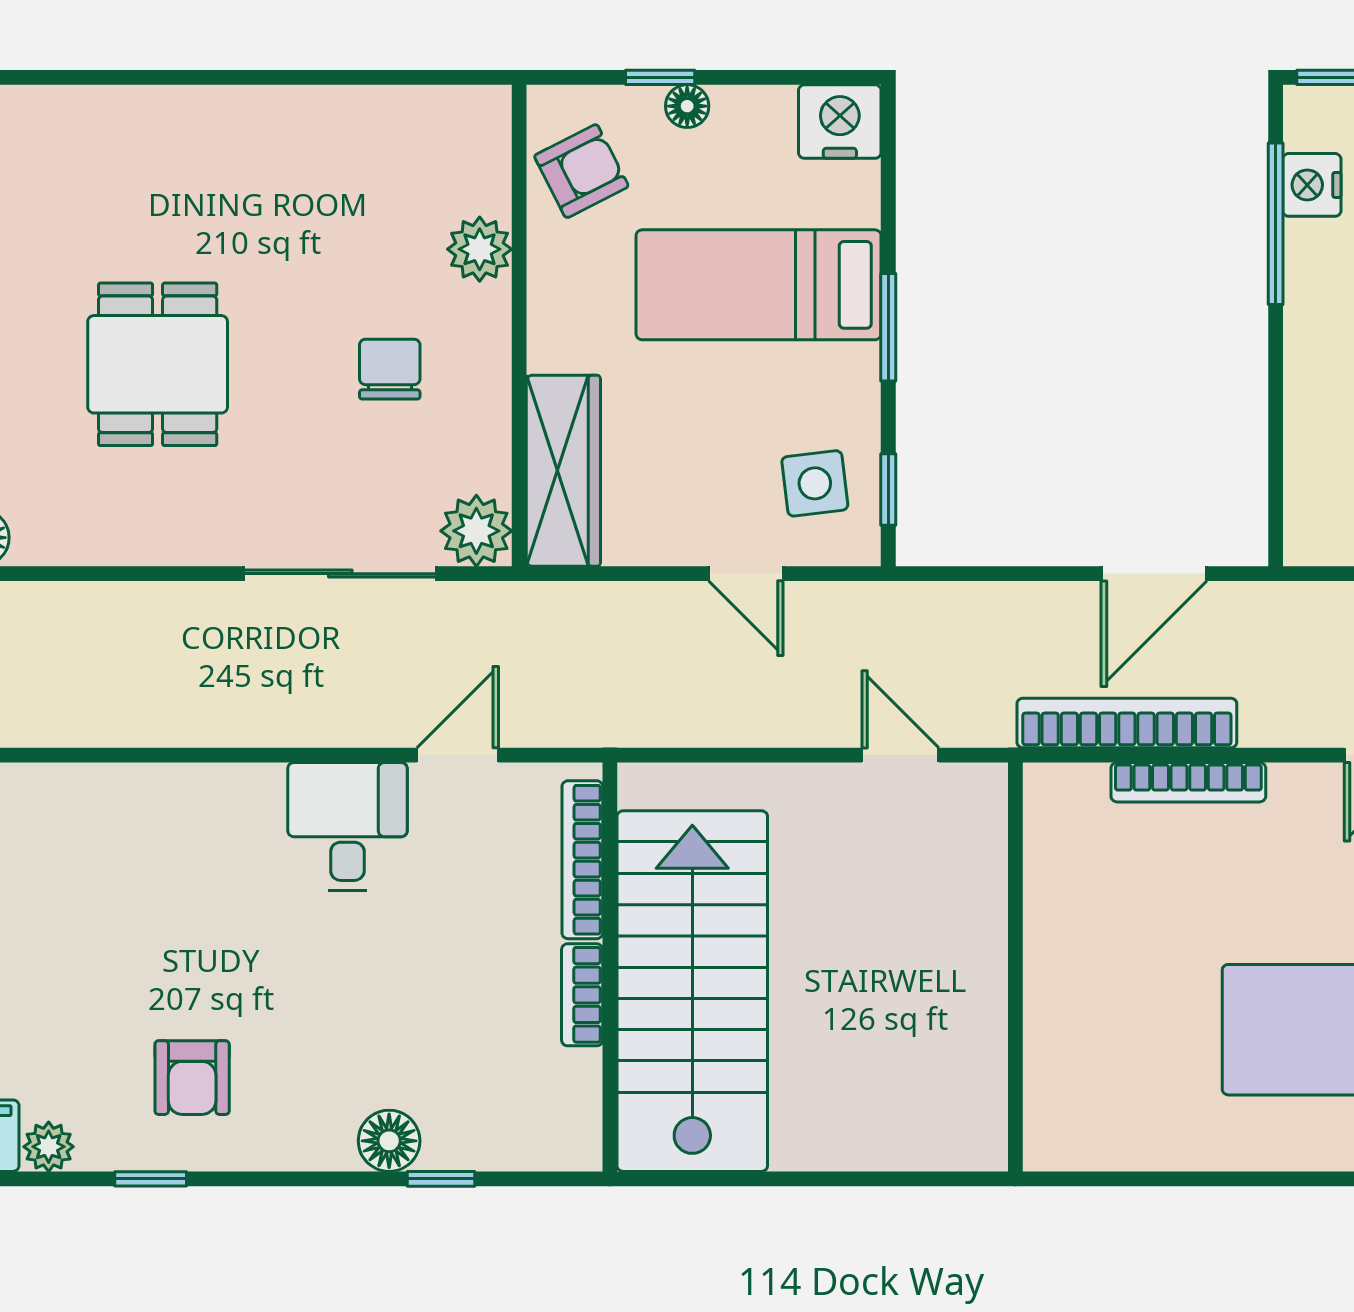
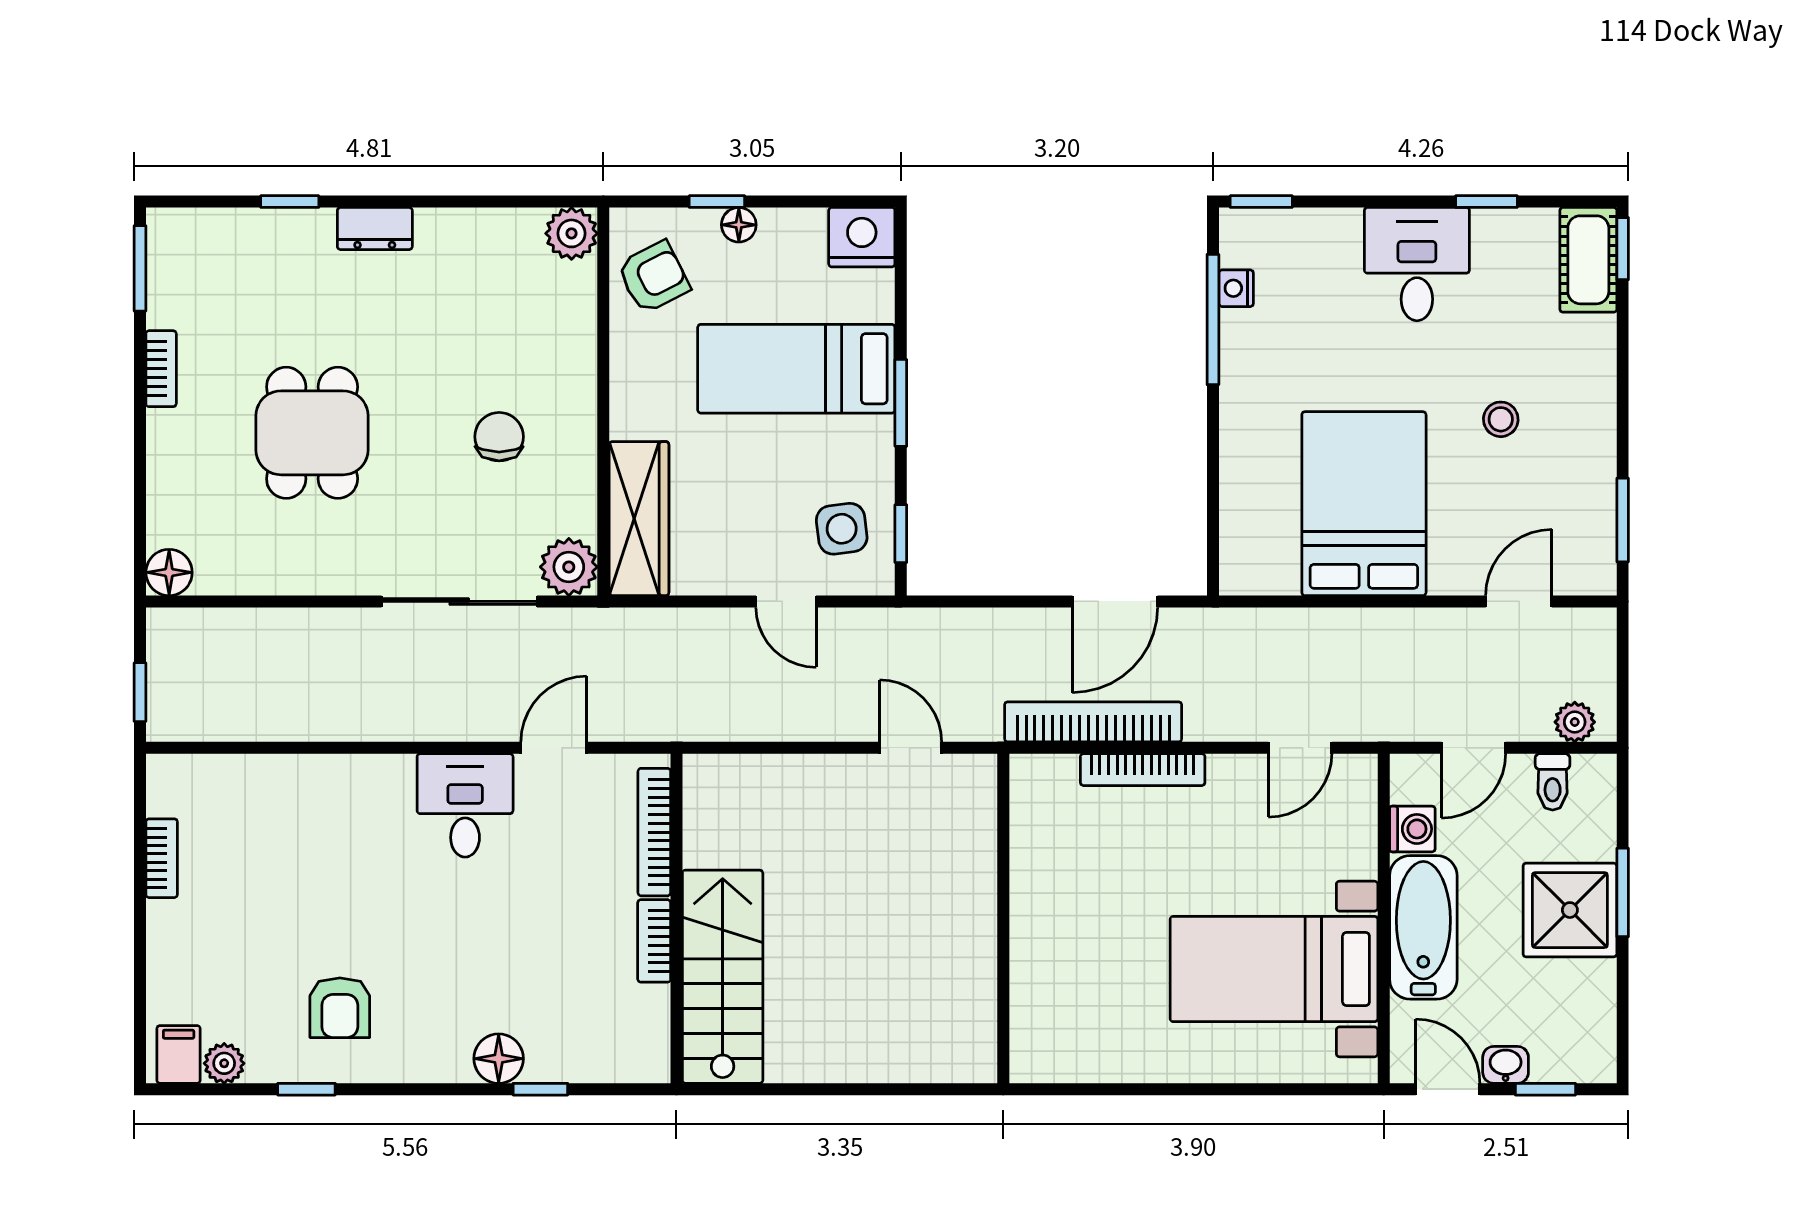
window: (130, 77) -> (290, 202), added
dresser: (236, 111) -> (375, 229), added
nightstand: (1312, 185) -> (1236, 288), width x0.72, depth x0.74
plant: (480, 249) -> (572, 233), moved
stairs: (692, 991) -> (723, 977), width x0.73, depth x0.66

